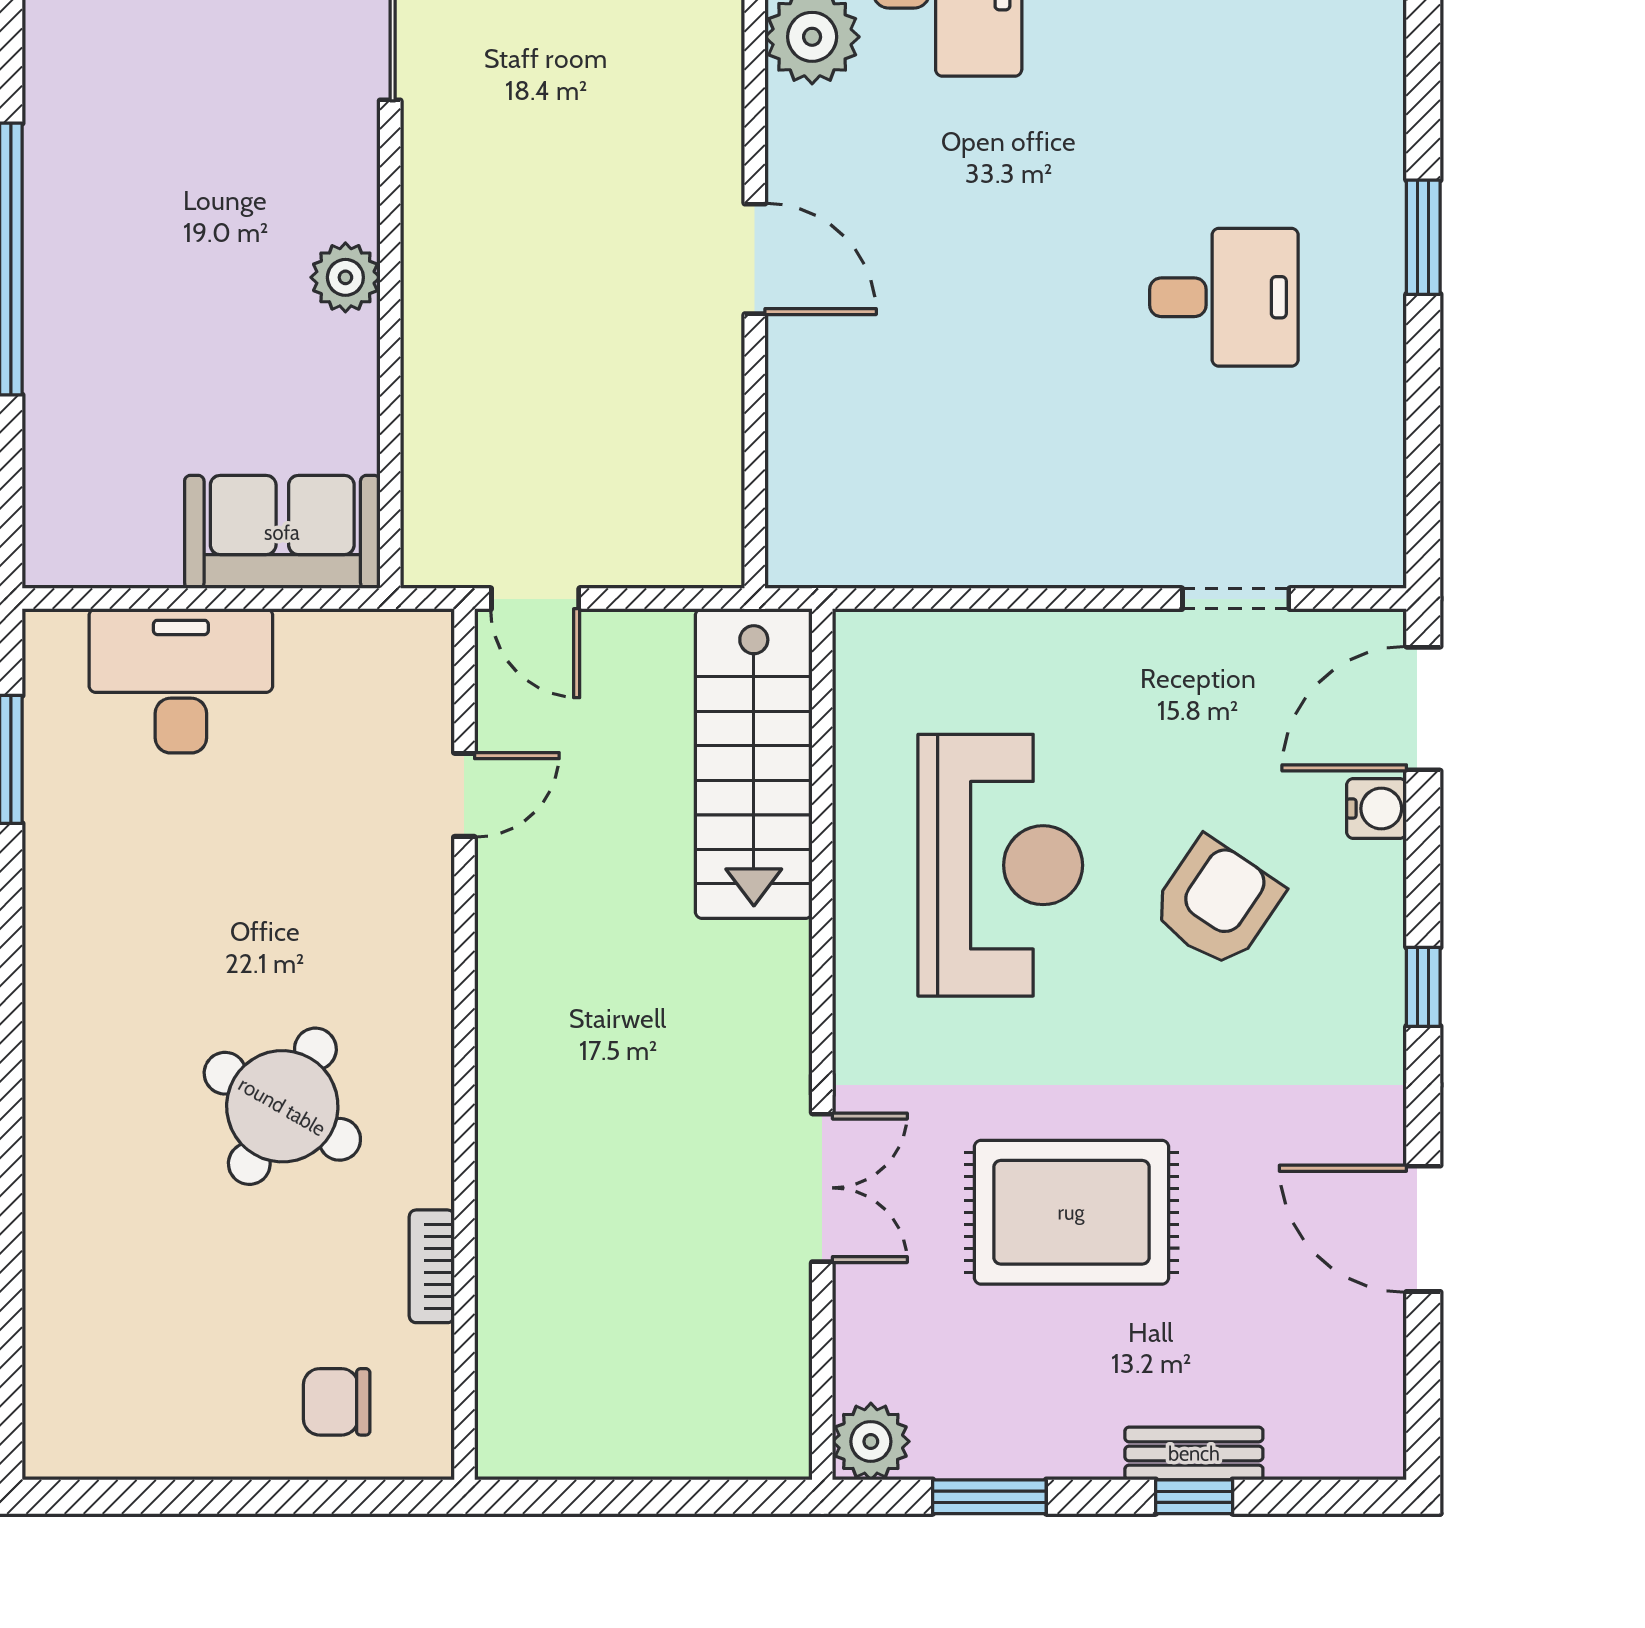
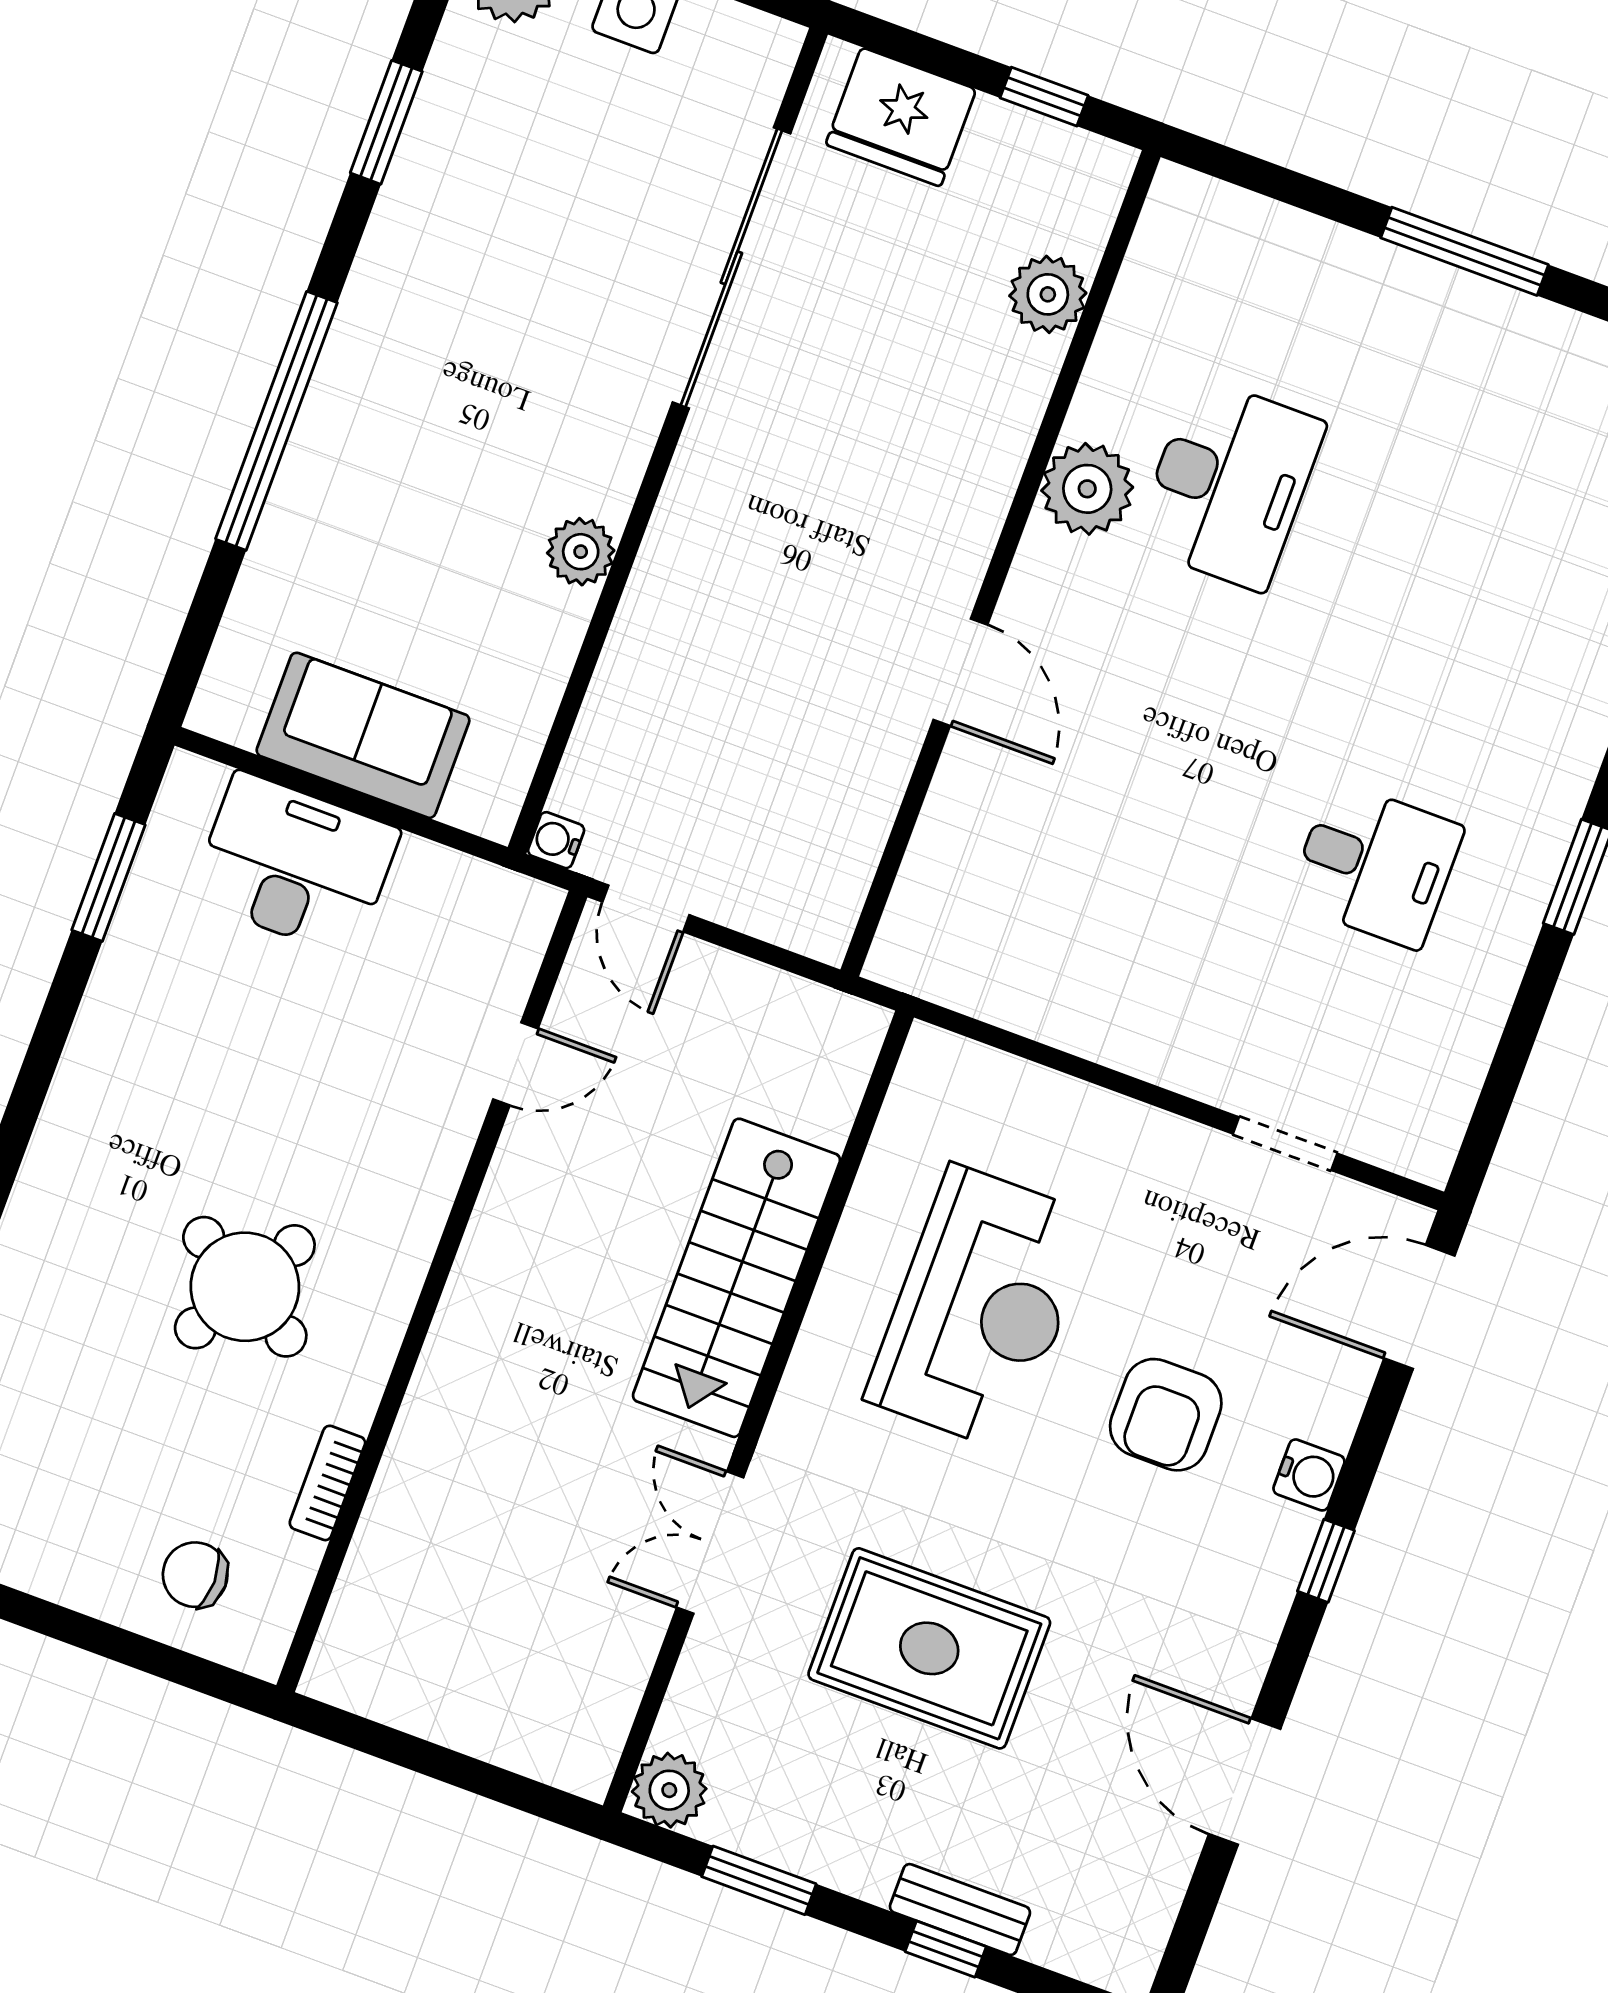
sofa: (282, 532) -> (363, 735), moved
water cooler: (424, 565) -> (556, 840), added
stairs: (754, 764) -> (737, 1278), moved
water cooler: (1376, 809) -> (1309, 1475), moved
armchair: (1217, 903) -> (1166, 1415), turned 146
double door: (822, 1188) -> (710, 1542), swing flipped

